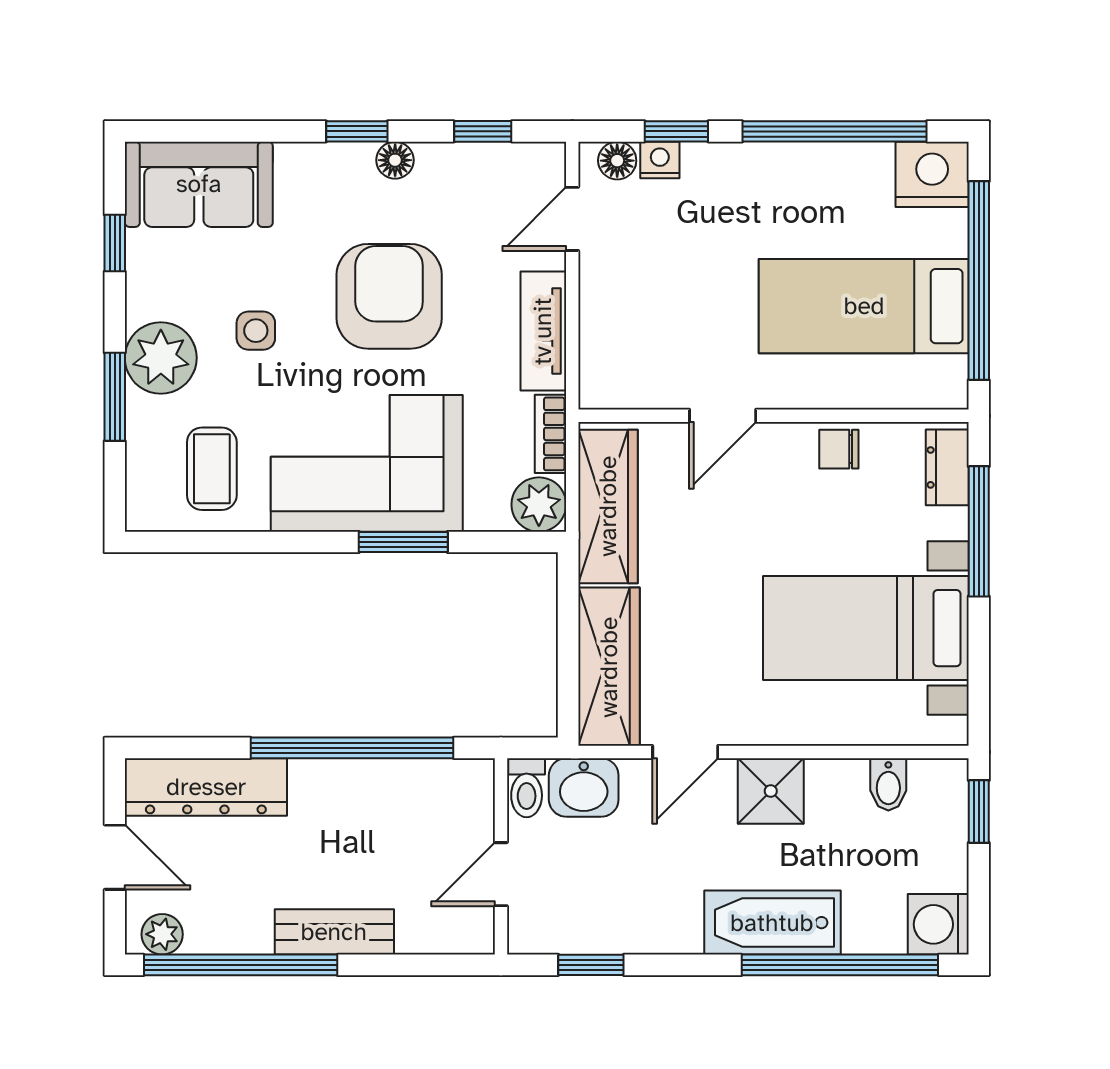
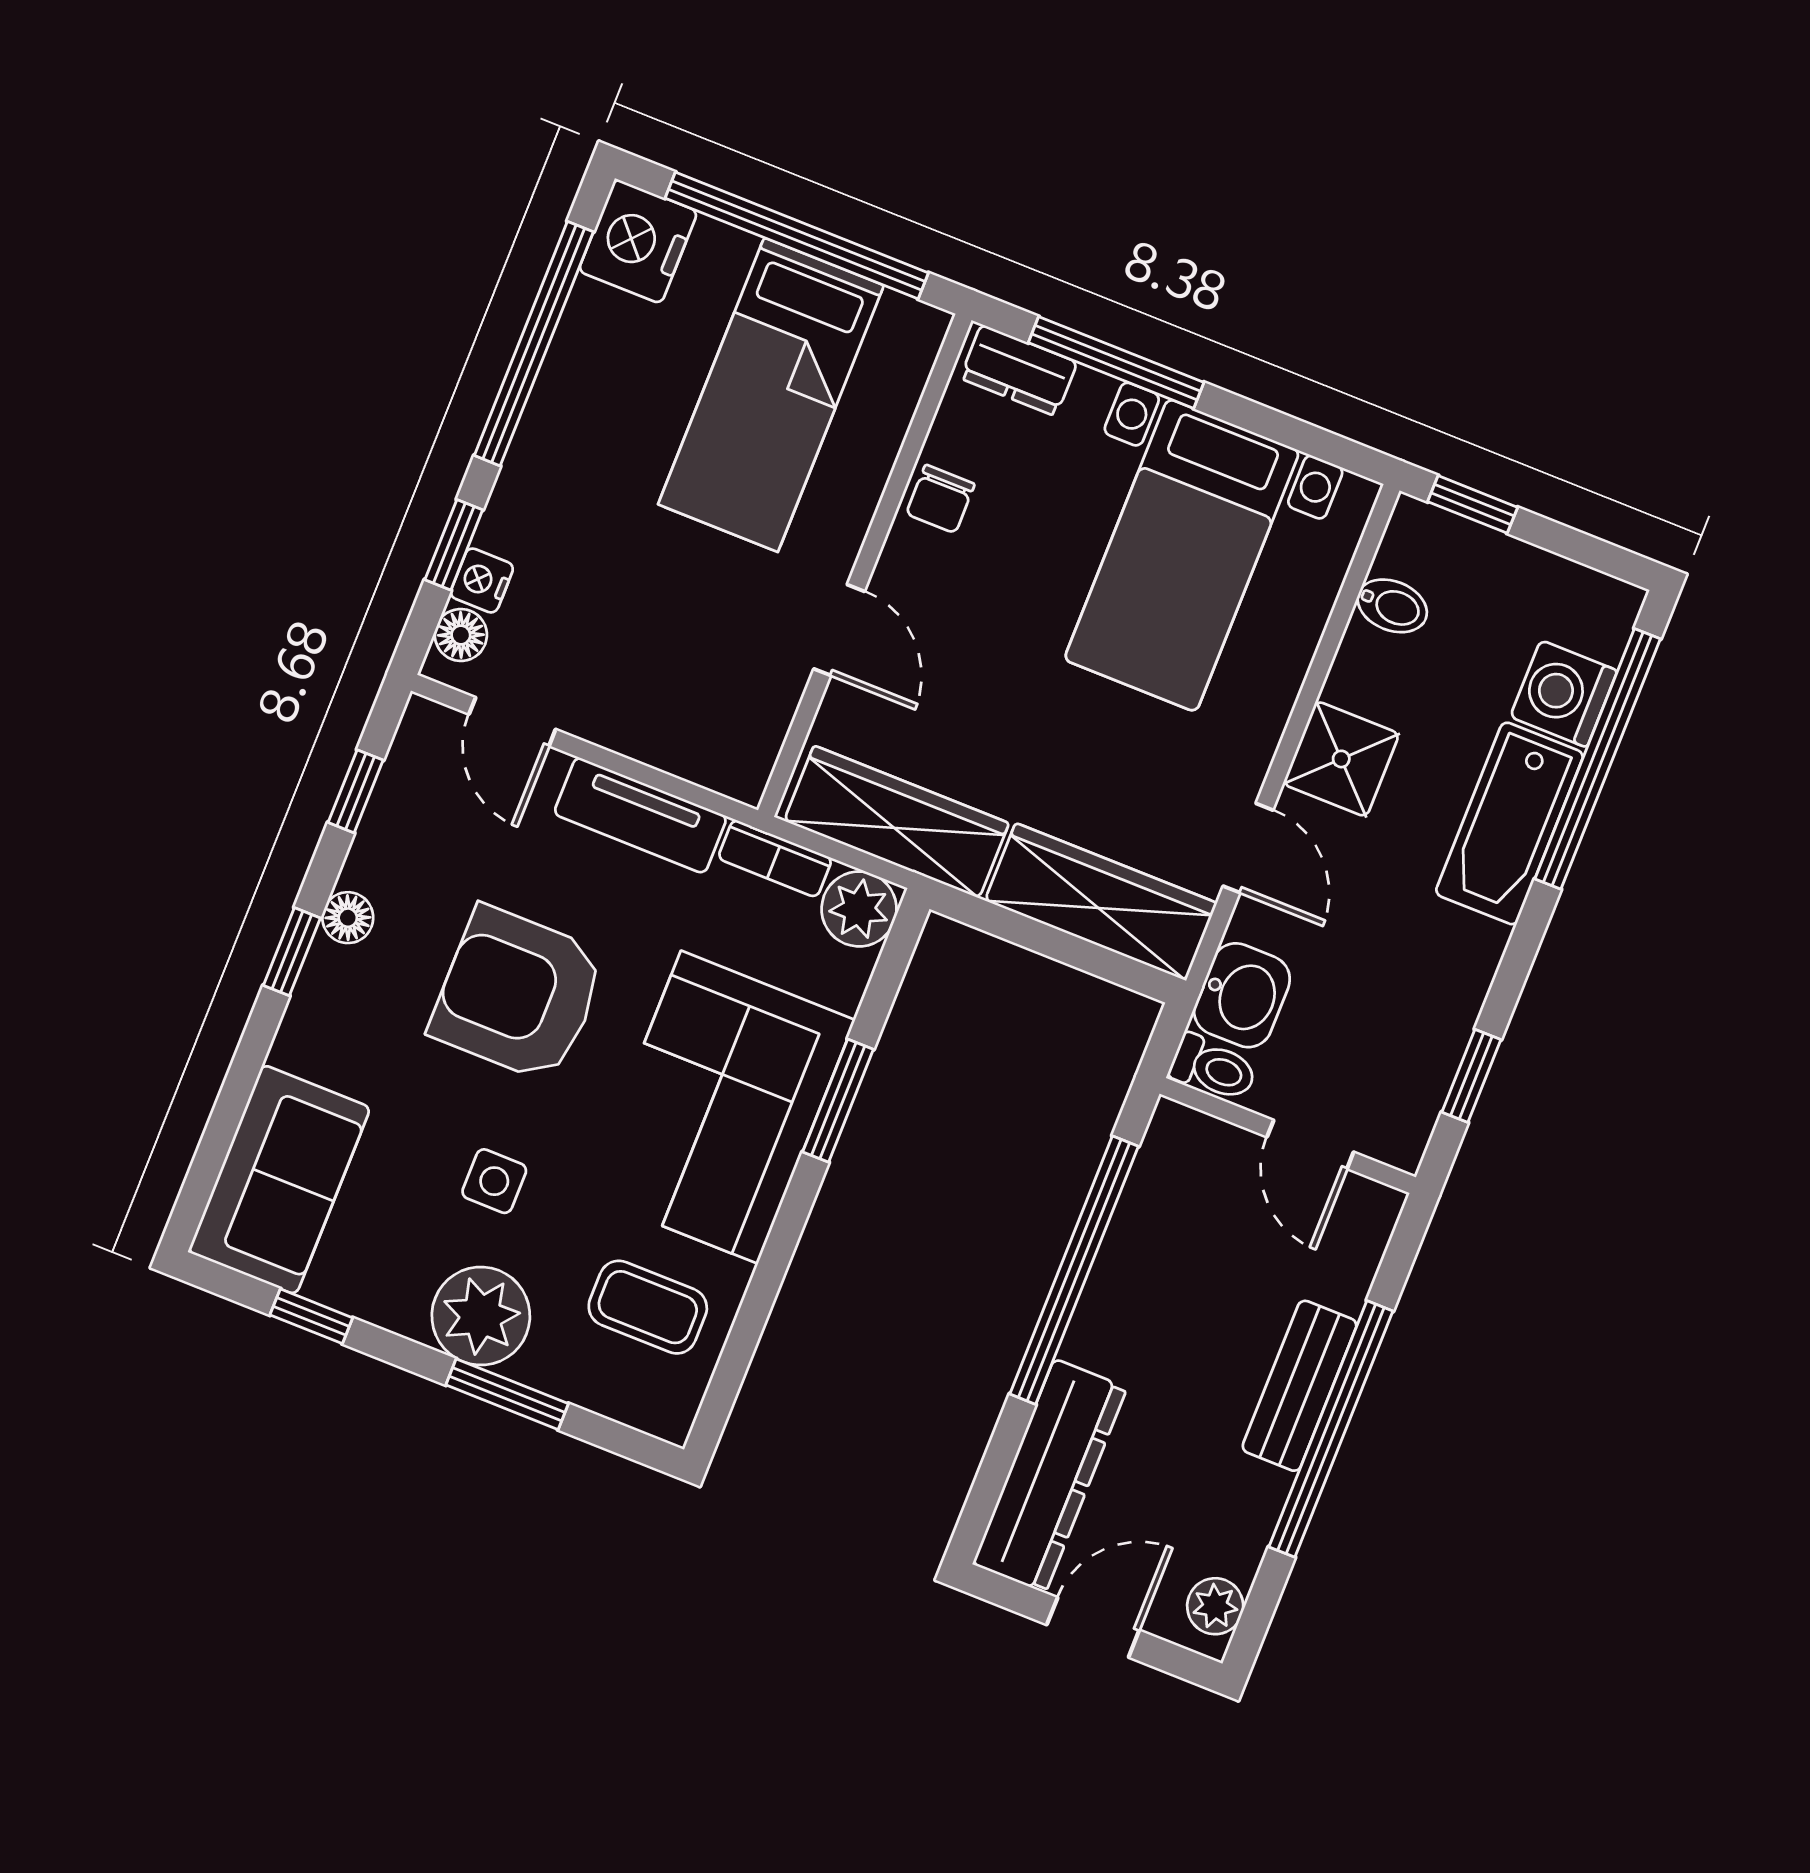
washing machine: (938, 924) -> (1564, 694), moved, turned 90
window: (241, 965) -> (1331, 1429), moved

